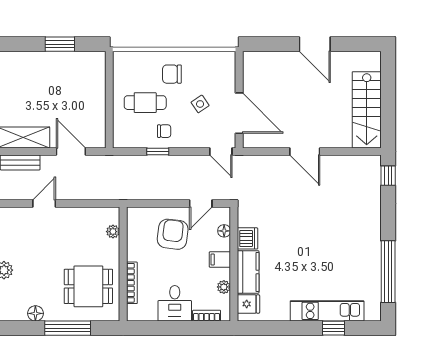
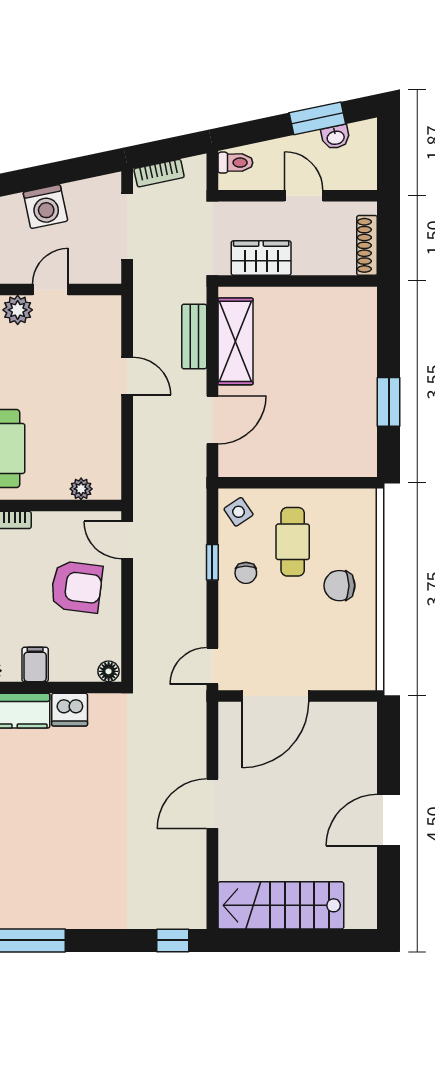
chair: (172, 74) -> (339, 586), turned -90
side table: (200, 104) -> (239, 512), moved
door: (201, 203) -> (127, 540), moved
floor lamp: (224, 231) -> (109, 671), moved

